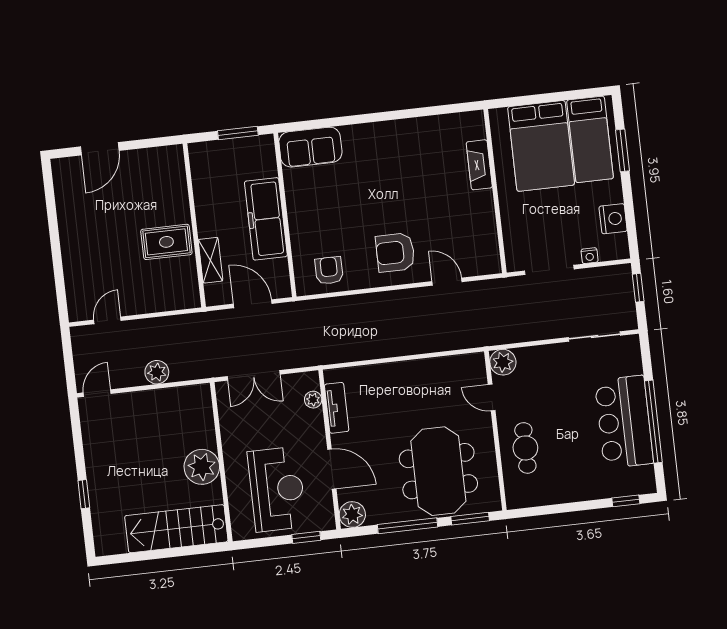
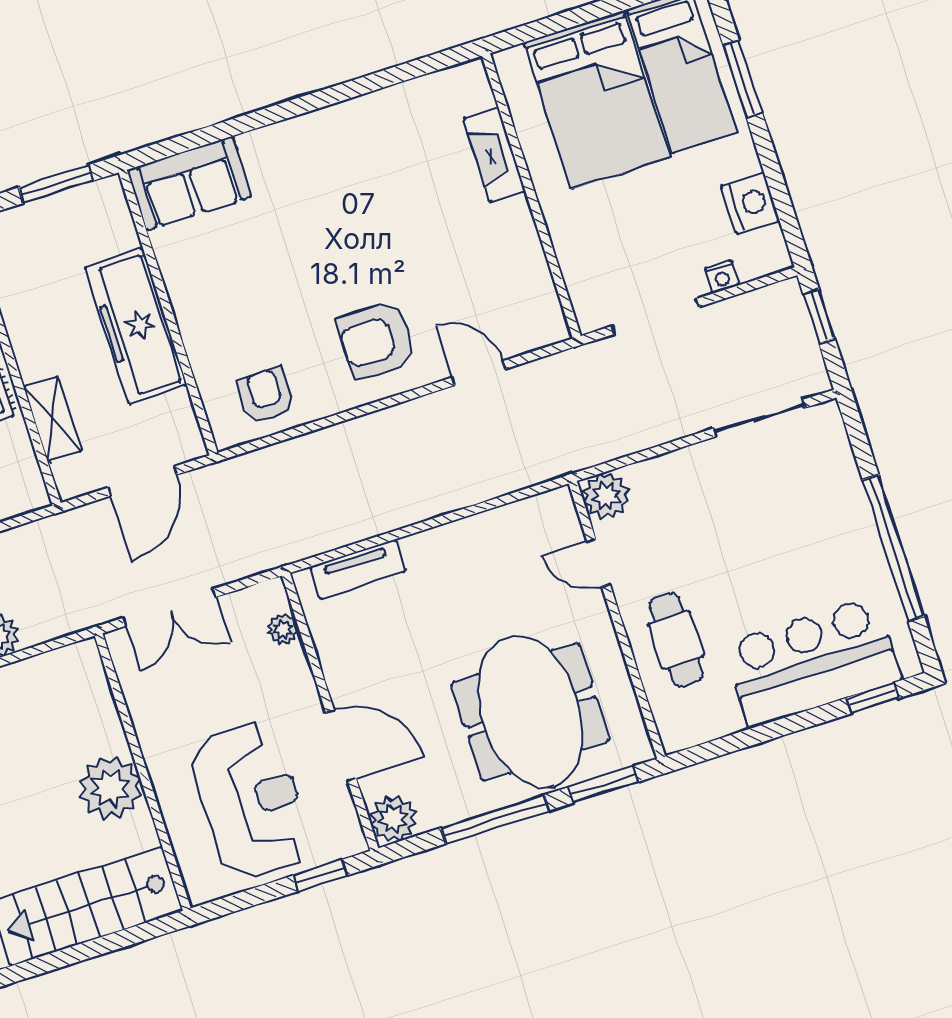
door: (253, 304) -> (143, 481), swing flipped
tv unit: (337, 408) -> (358, 569), moved, turned 90
bar counter: (624, 422) -> (812, 662), moved, turned 90

